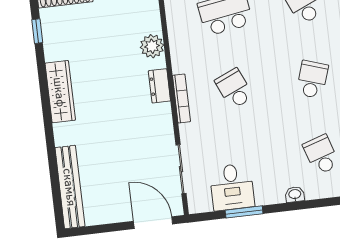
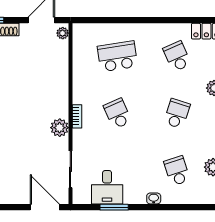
plant: (152, 46) -> (60, 128), moved
dresser: (159, 86) -> (62, 105), removed
bookcase: (181, 99) -> (77, 116), width x0.64

